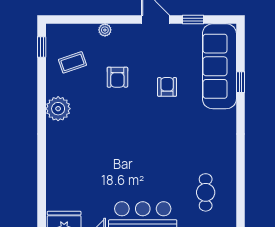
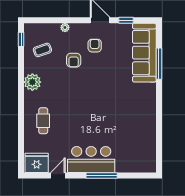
window: (240, 82) -> (159, 64), width x2.17
armchair: (167, 87) -> (95, 46), moved
cafe table: (206, 192) -> (43, 121), moved

